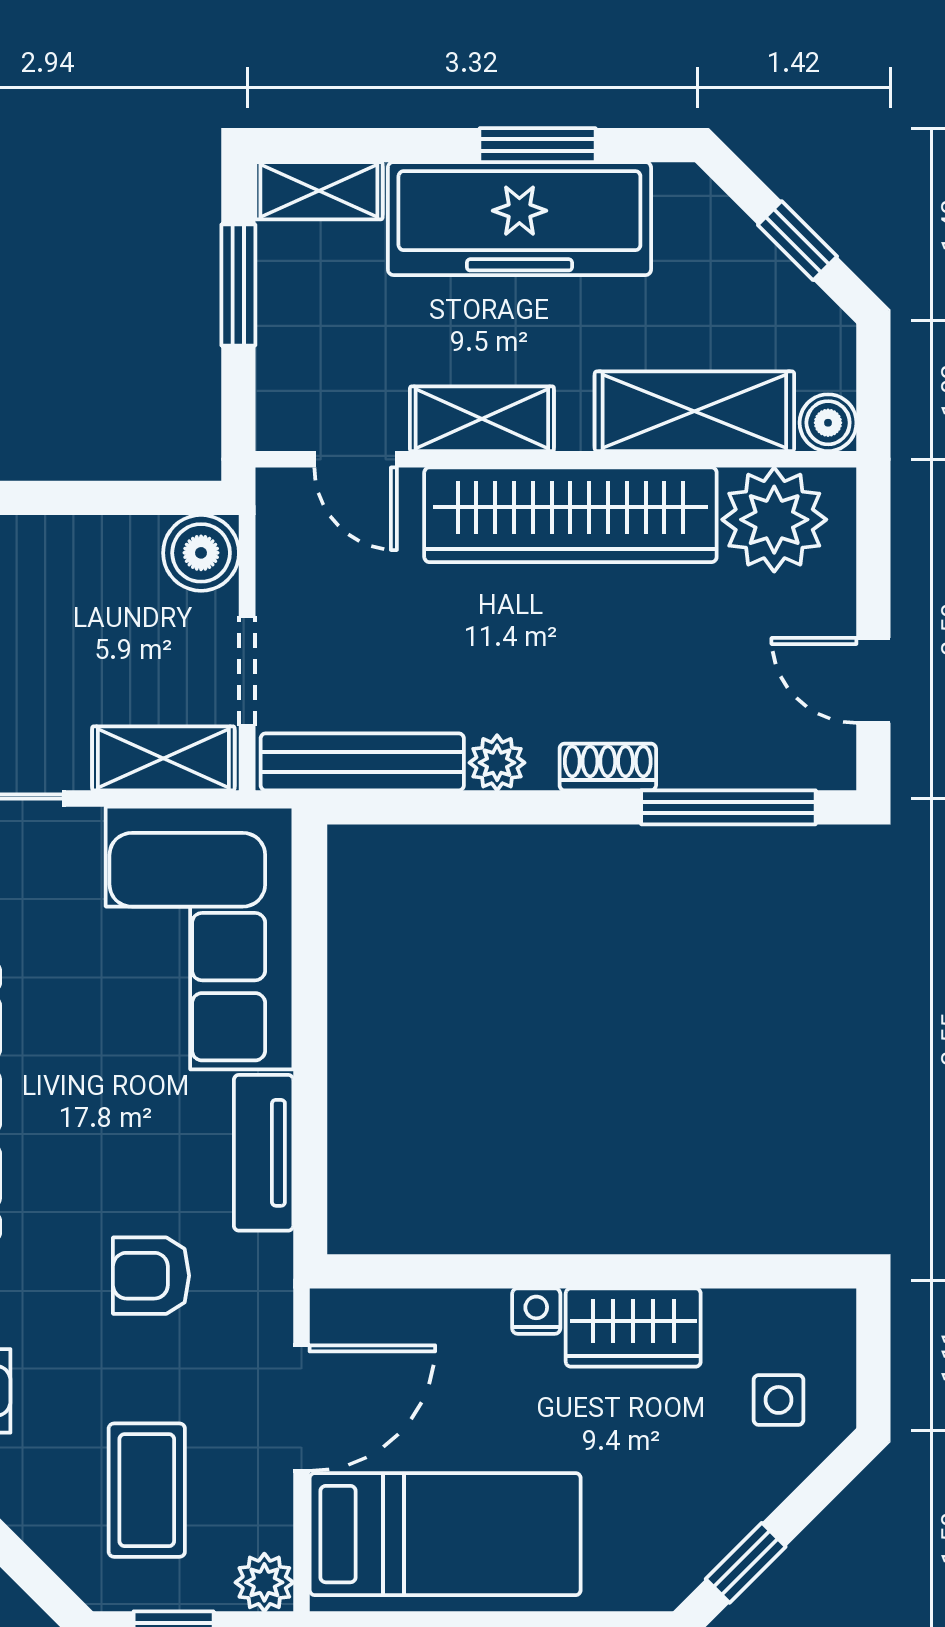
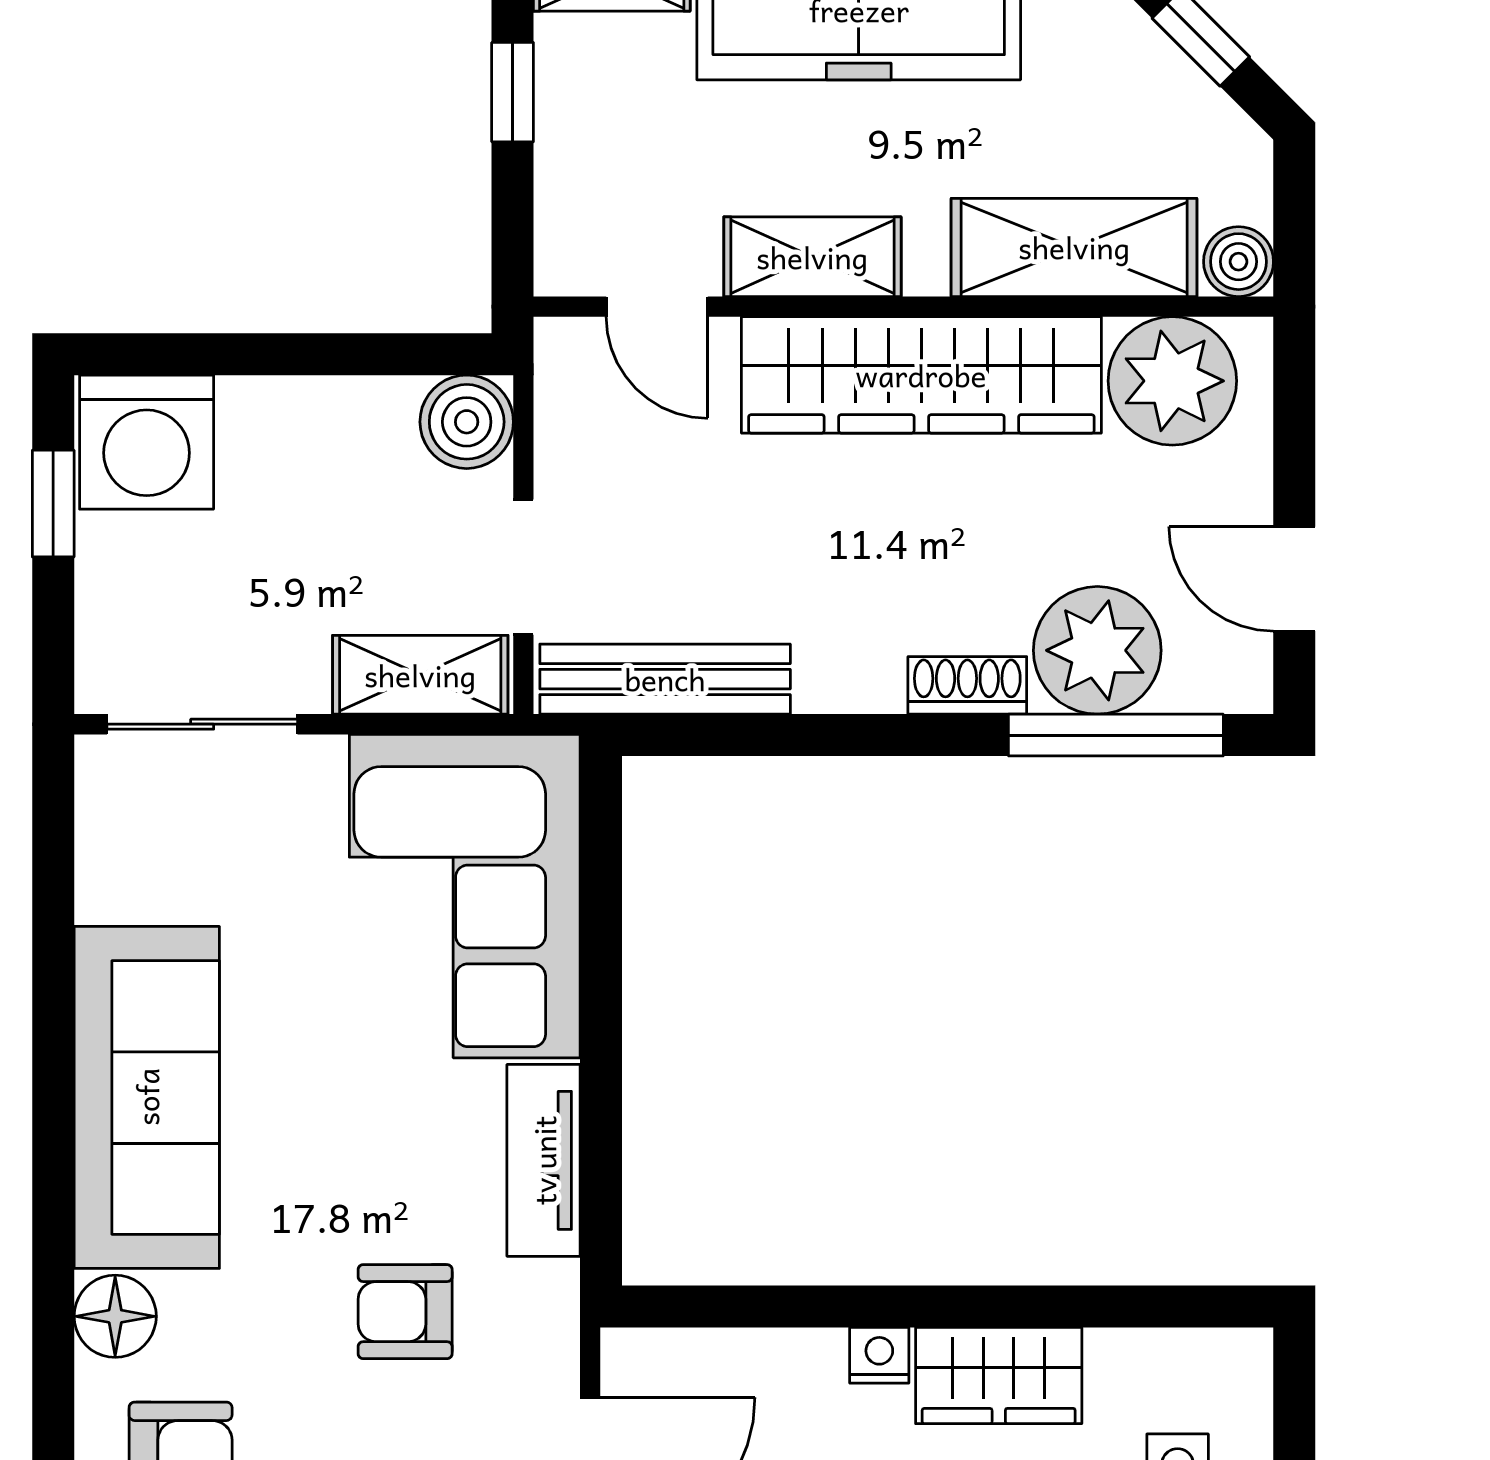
window: (238, 285) -> (513, 92), width x0.67
plant: (497, 763) -> (1097, 650), moved, width x1.88, depth x1.88

